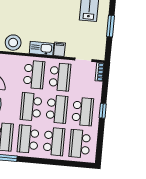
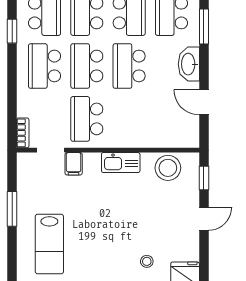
filing cabinet: (59, 49) -> (74, 164), moved
school desk: (34, 75) -> (129, 119), removed
school desk: (31, 107) -> (129, 66), turned 180
window: (103, 111) -> (12, 31), moved

